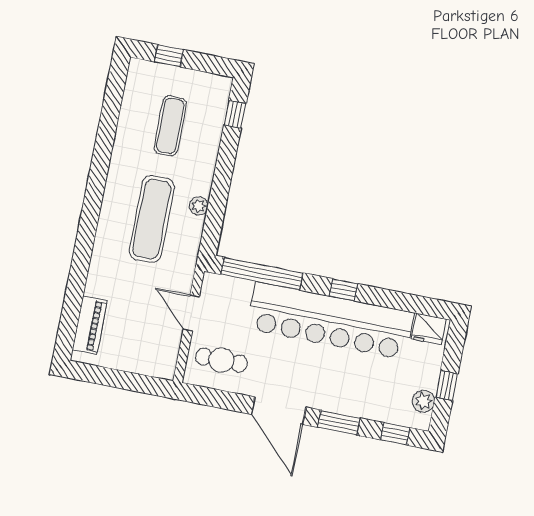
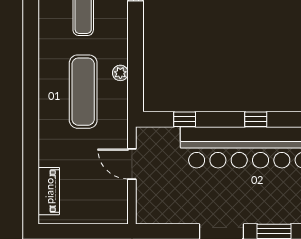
window: (262, 274) -> (185, 119), width x0.32
cafe table: (221, 360) -> (165, 198), removed

